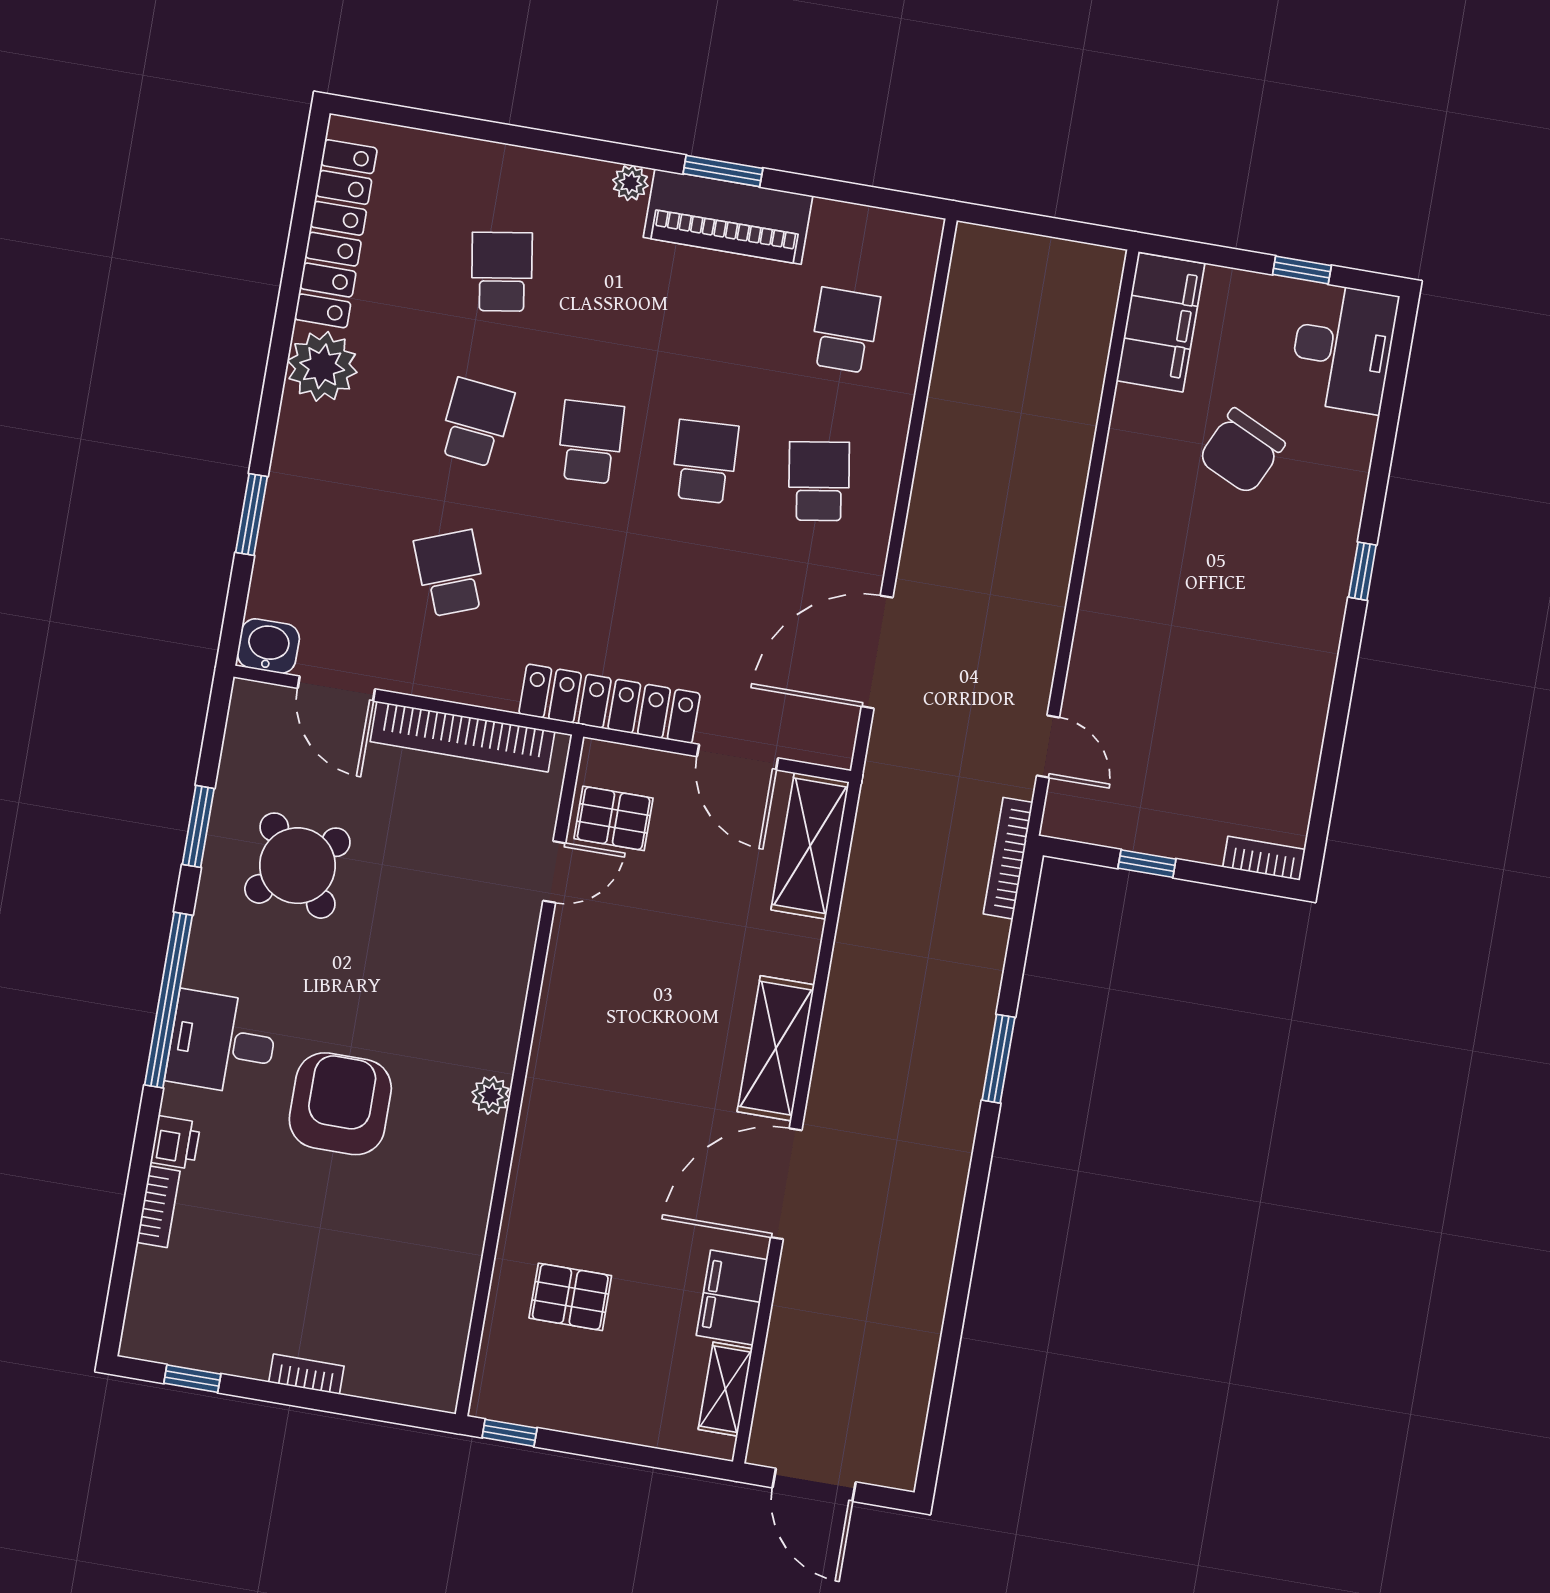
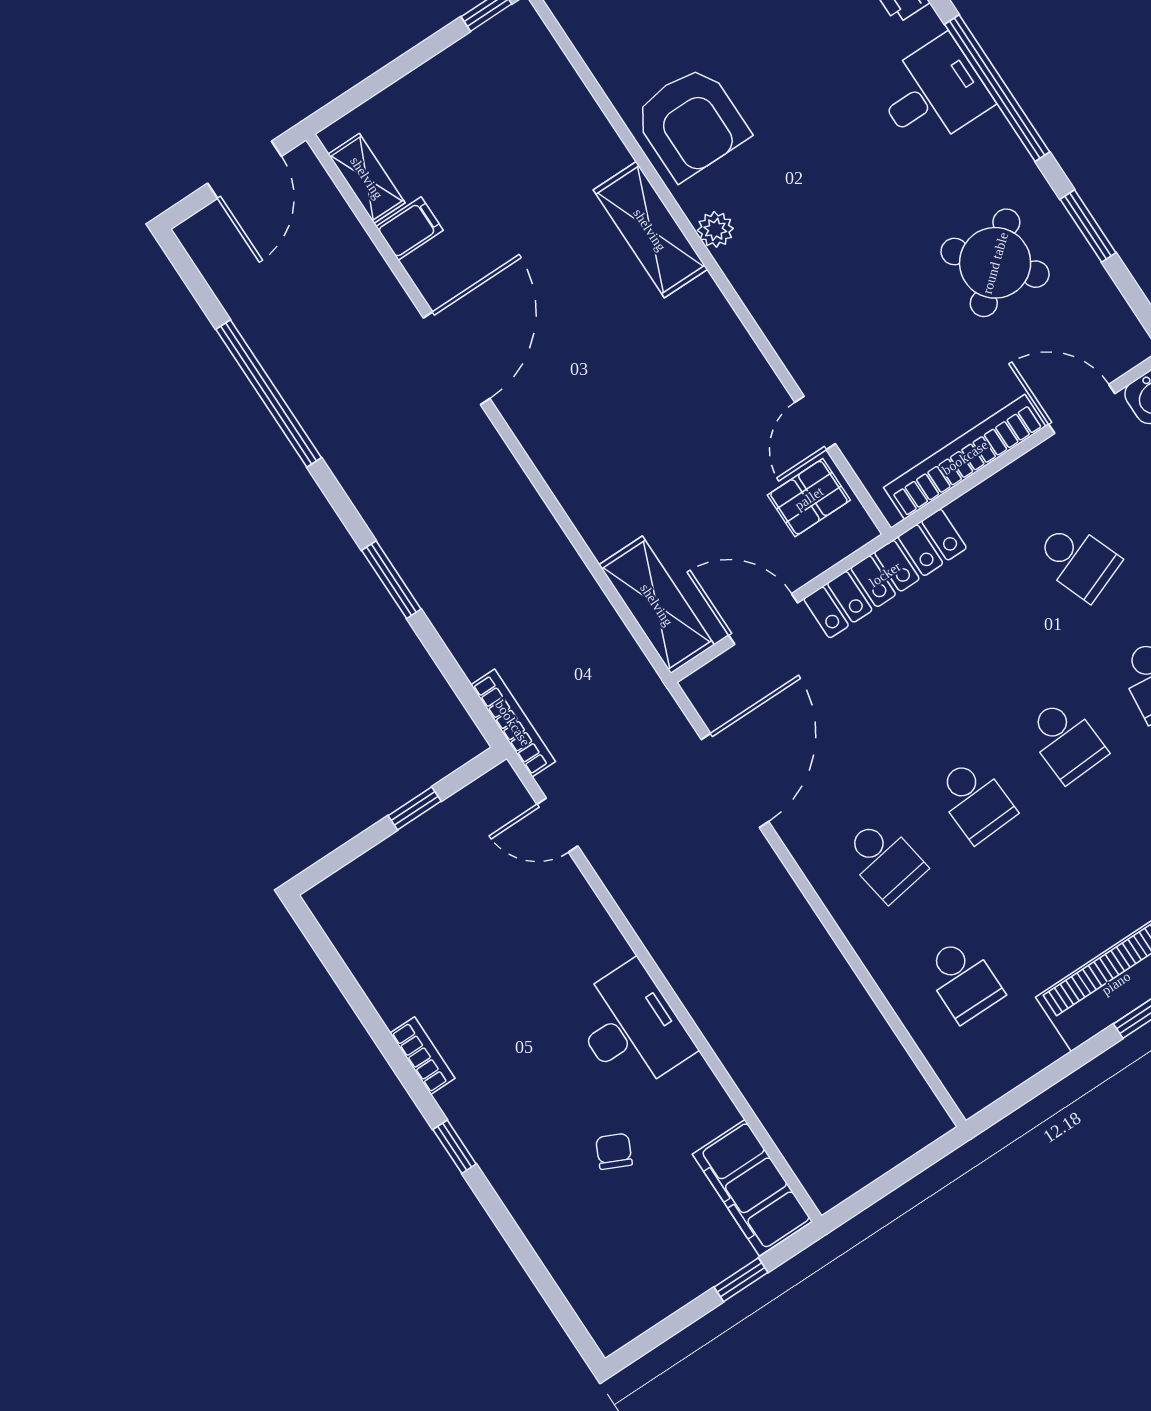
window: (1302, 270) -> (741, 1280), moved
desk: (1343, 348) -> (631, 1027), moved, turned 180
chair: (1242, 451) -> (614, 1151), width x0.54, depth x0.54
bookcase: (1264, 858) -> (423, 1056), moved, turned -90
shelving: (776, 1048) -> (650, 230), moved
armchair: (340, 1104) -> (691, 123), moved
window: (958, 1293) -> (269, 394), added
pallet: (570, 1297) -> (532, 142), removed
filing cabinet: (732, 1298) -> (410, 228), width x0.50
door: (814, 1485) -> (245, 170), swing flipped

